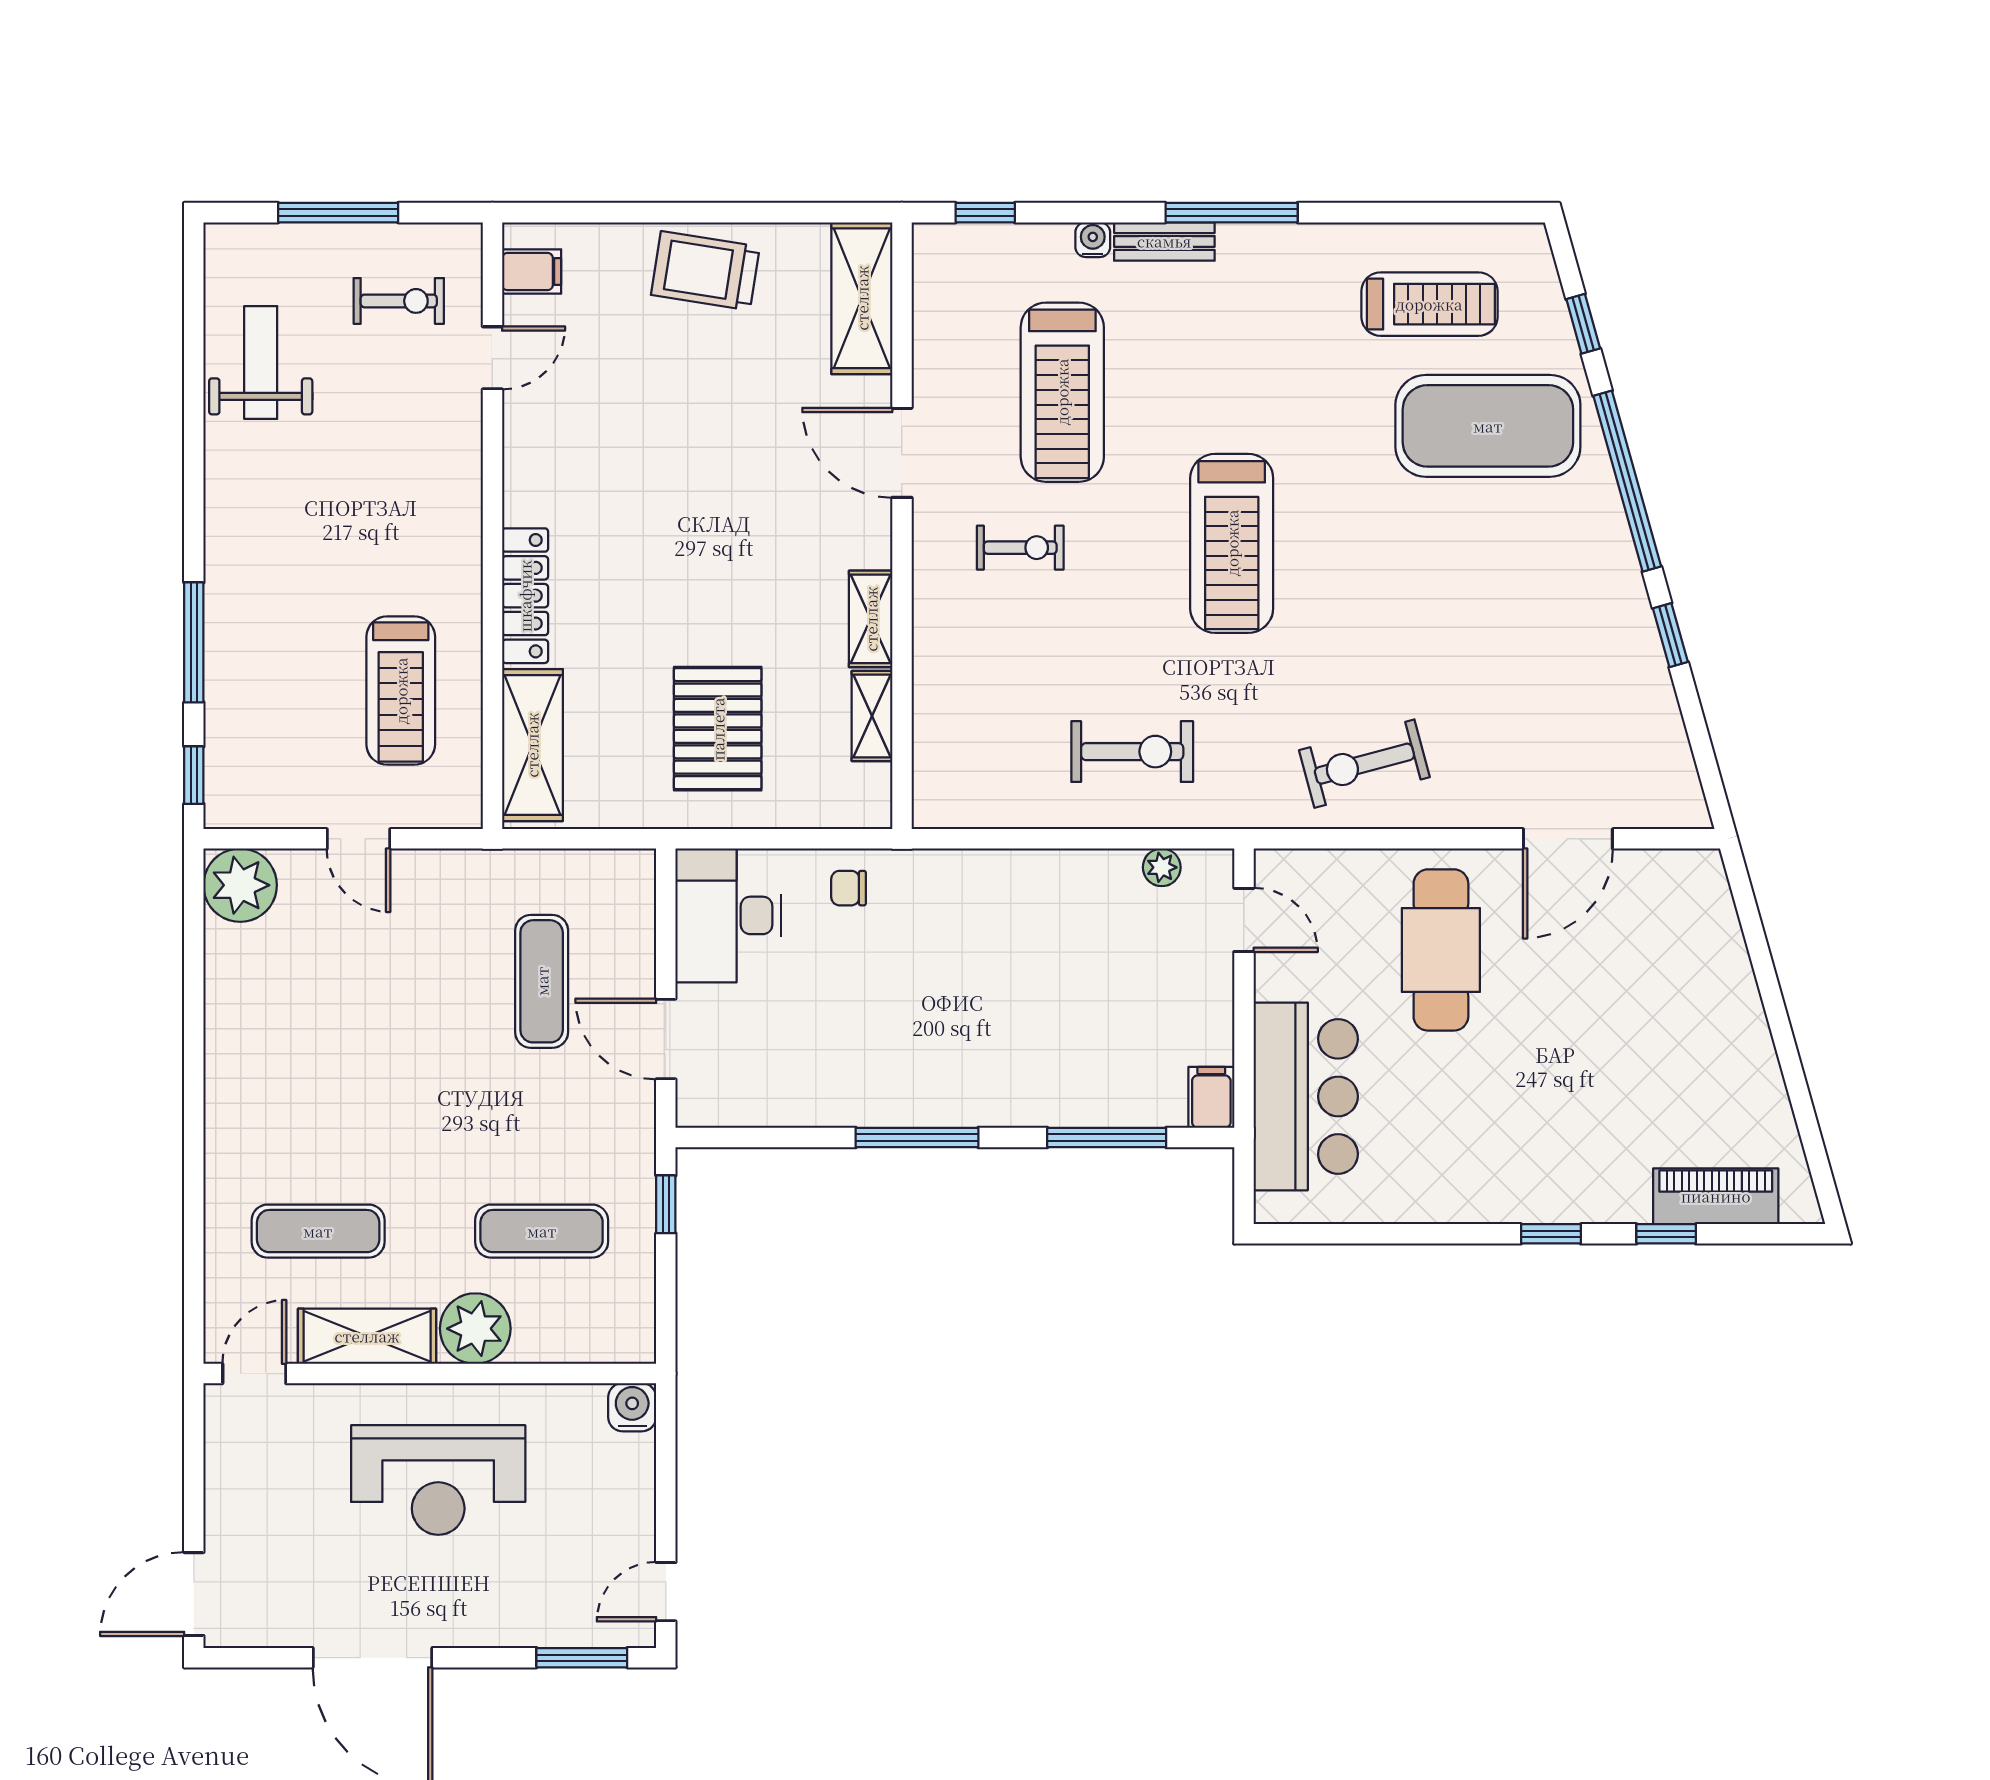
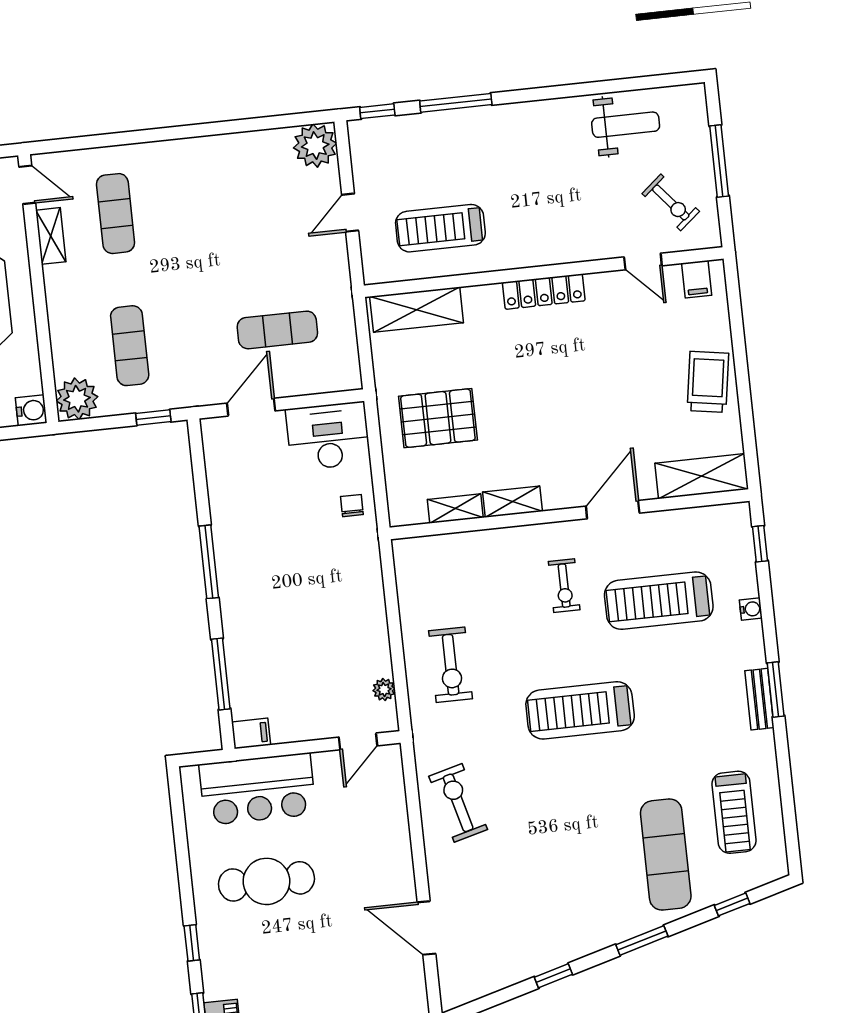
window: (1232, 213) -> (776, 689), width x0.69
bench: (1164, 241) -> (759, 699), moved
exercise bike: (399, 301) -> (671, 202), turned -40
exercise mat: (1488, 426) -> (666, 855), width x0.68
window: (1627, 481) -> (642, 940), width x0.47
locker: (525, 596) -> (544, 292), moved
cafe table: (1441, 950) -> (266, 881), moved
plant: (475, 1329) -> (77, 399), moved
shelving: (367, 1336) -> (51, 236), width x0.67, depth x0.75

